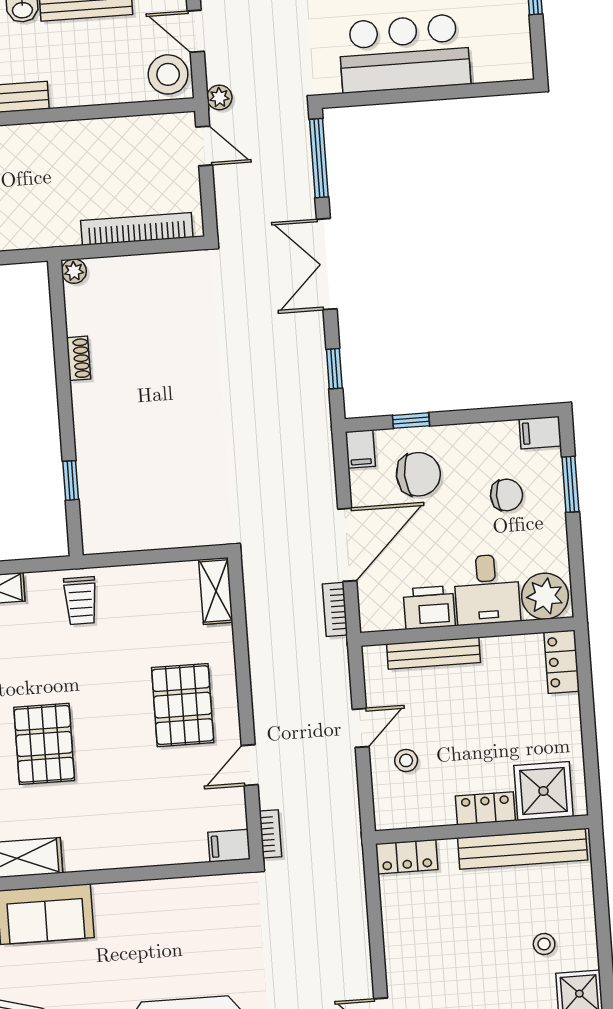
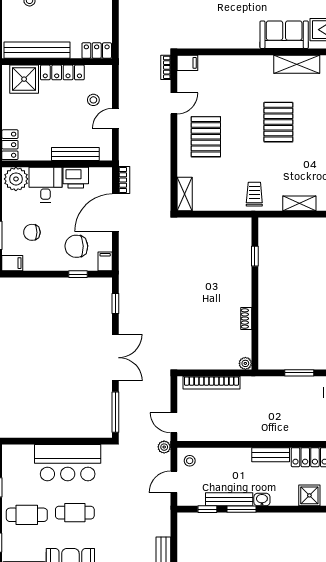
door: (196, 31) -> (174, 482), swing flipped
stool: (168, 74) -> (190, 461), width x0.53, depth x0.53
locker: (485, 808) -> (62, 72), width x1.53

